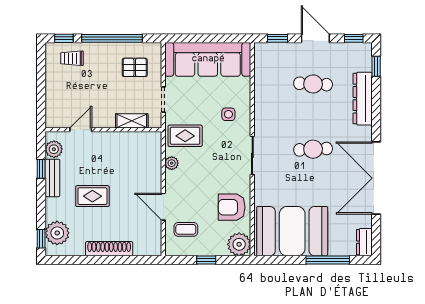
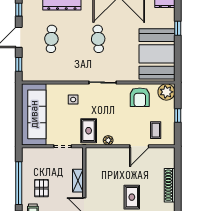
pallet: (135, 67) -> (41, 188), moved
shelving: (132, 121) -> (78, 181), moved
window: (328, 260) -> (178, 28), width x0.46

